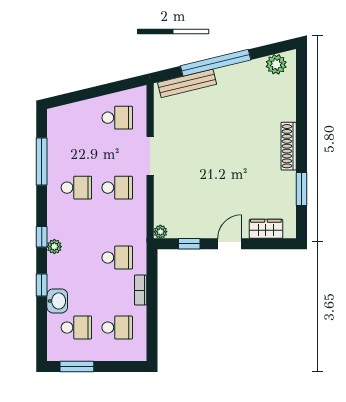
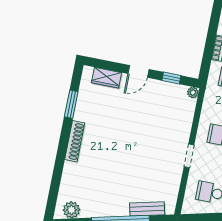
bench: (187, 83) -> (147, 209), width x0.73
doorway: (150, 156) -> (189, 156), width x0.73

